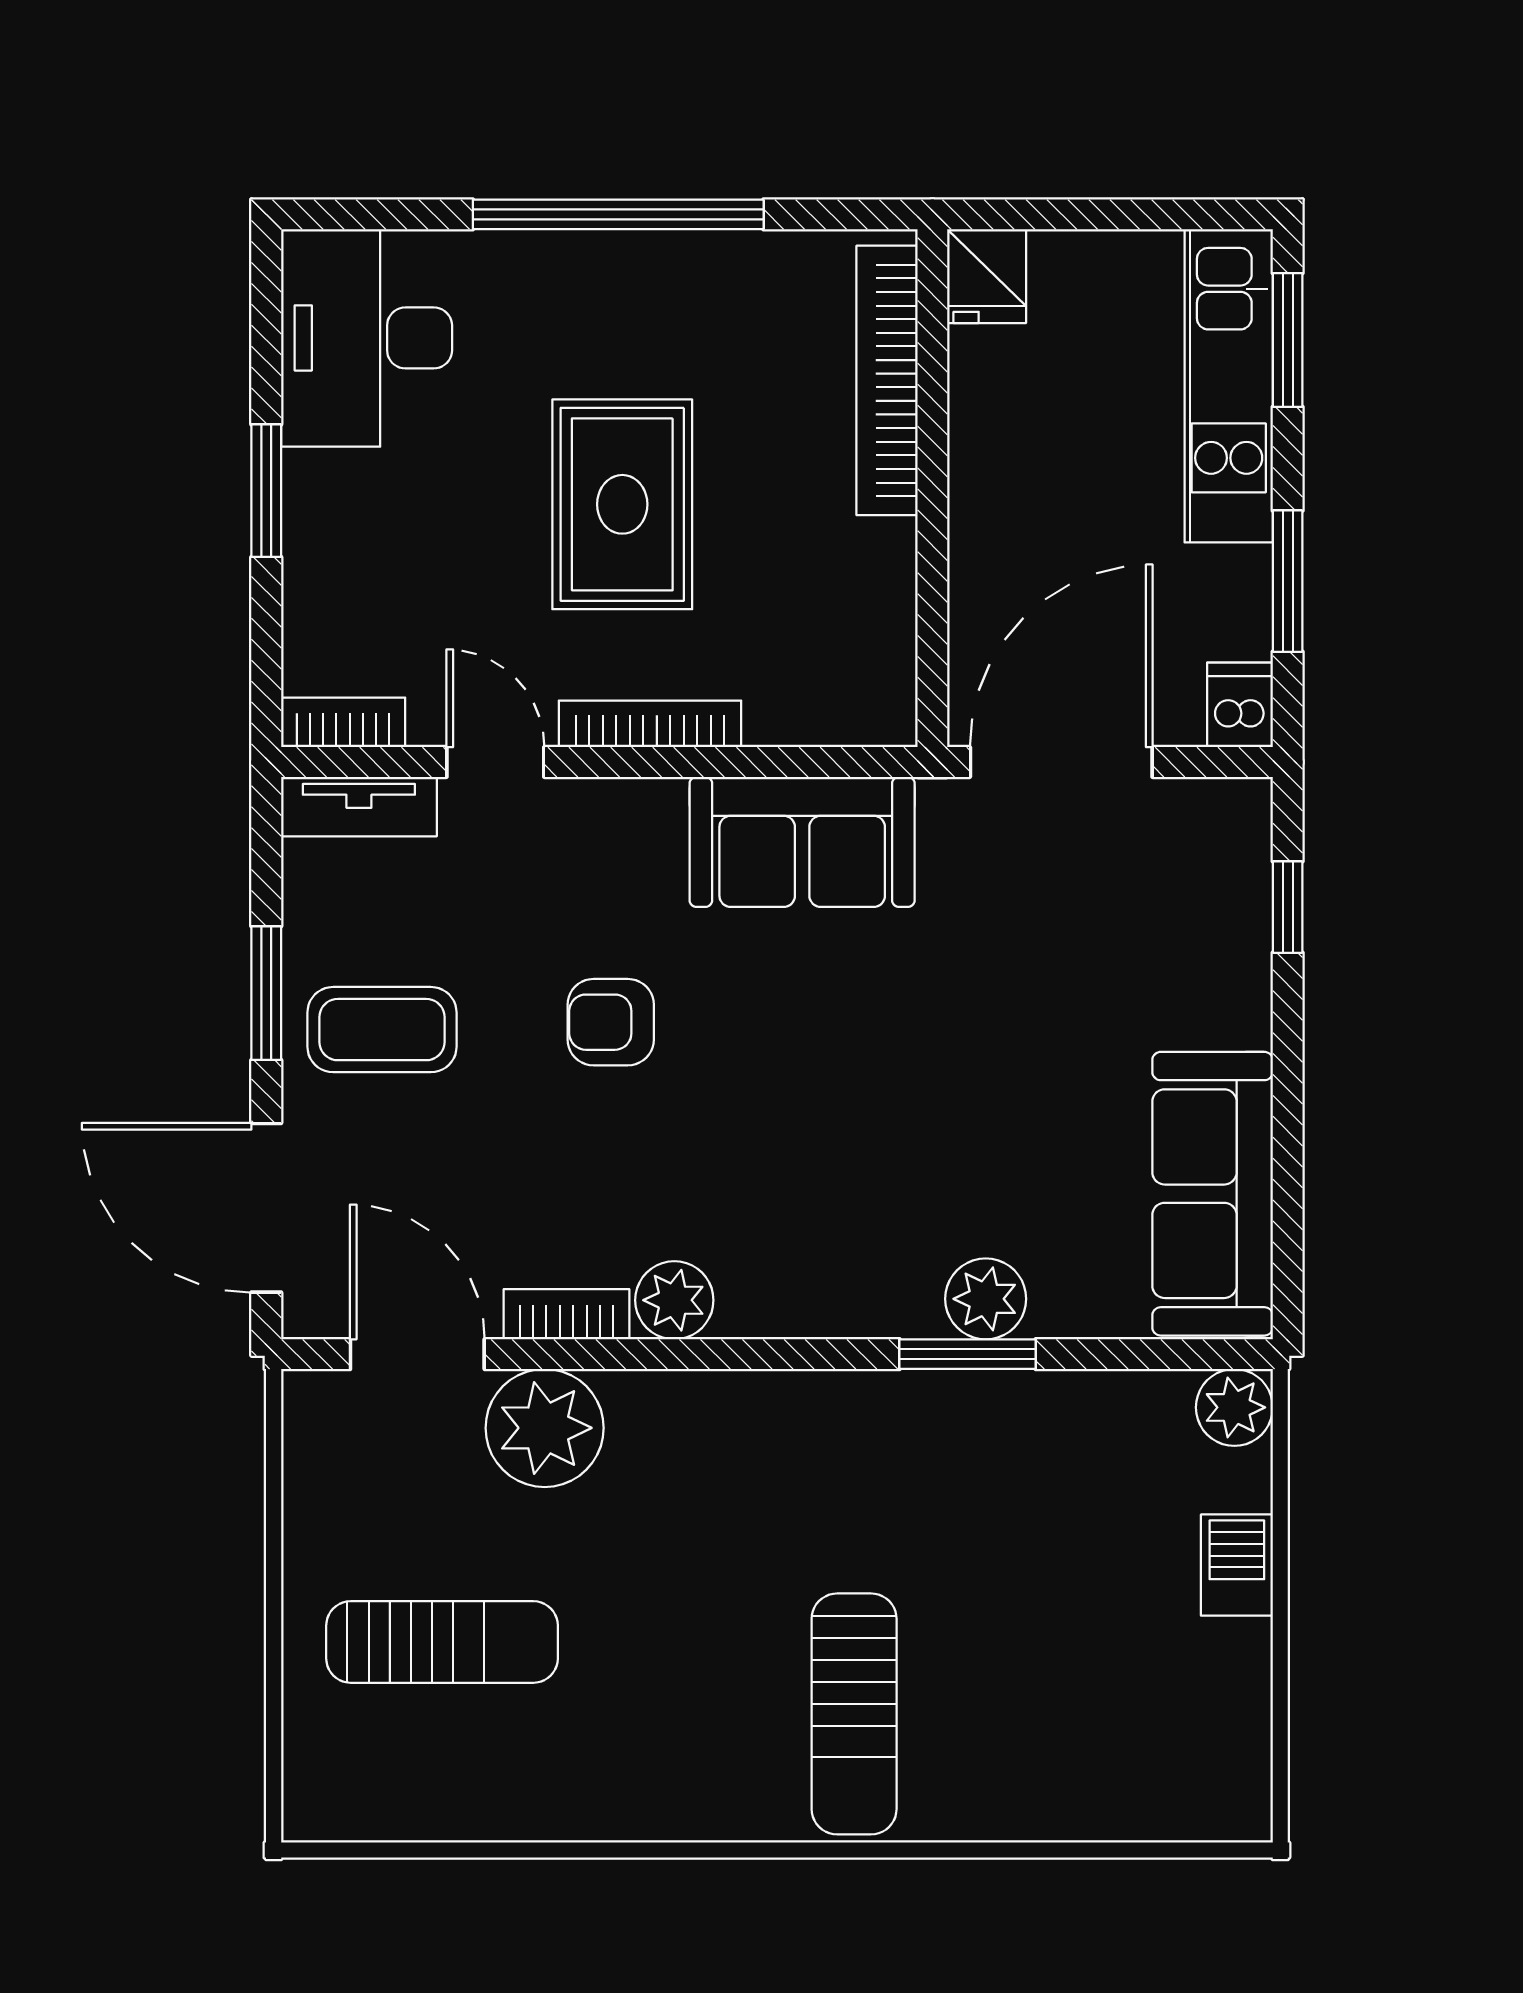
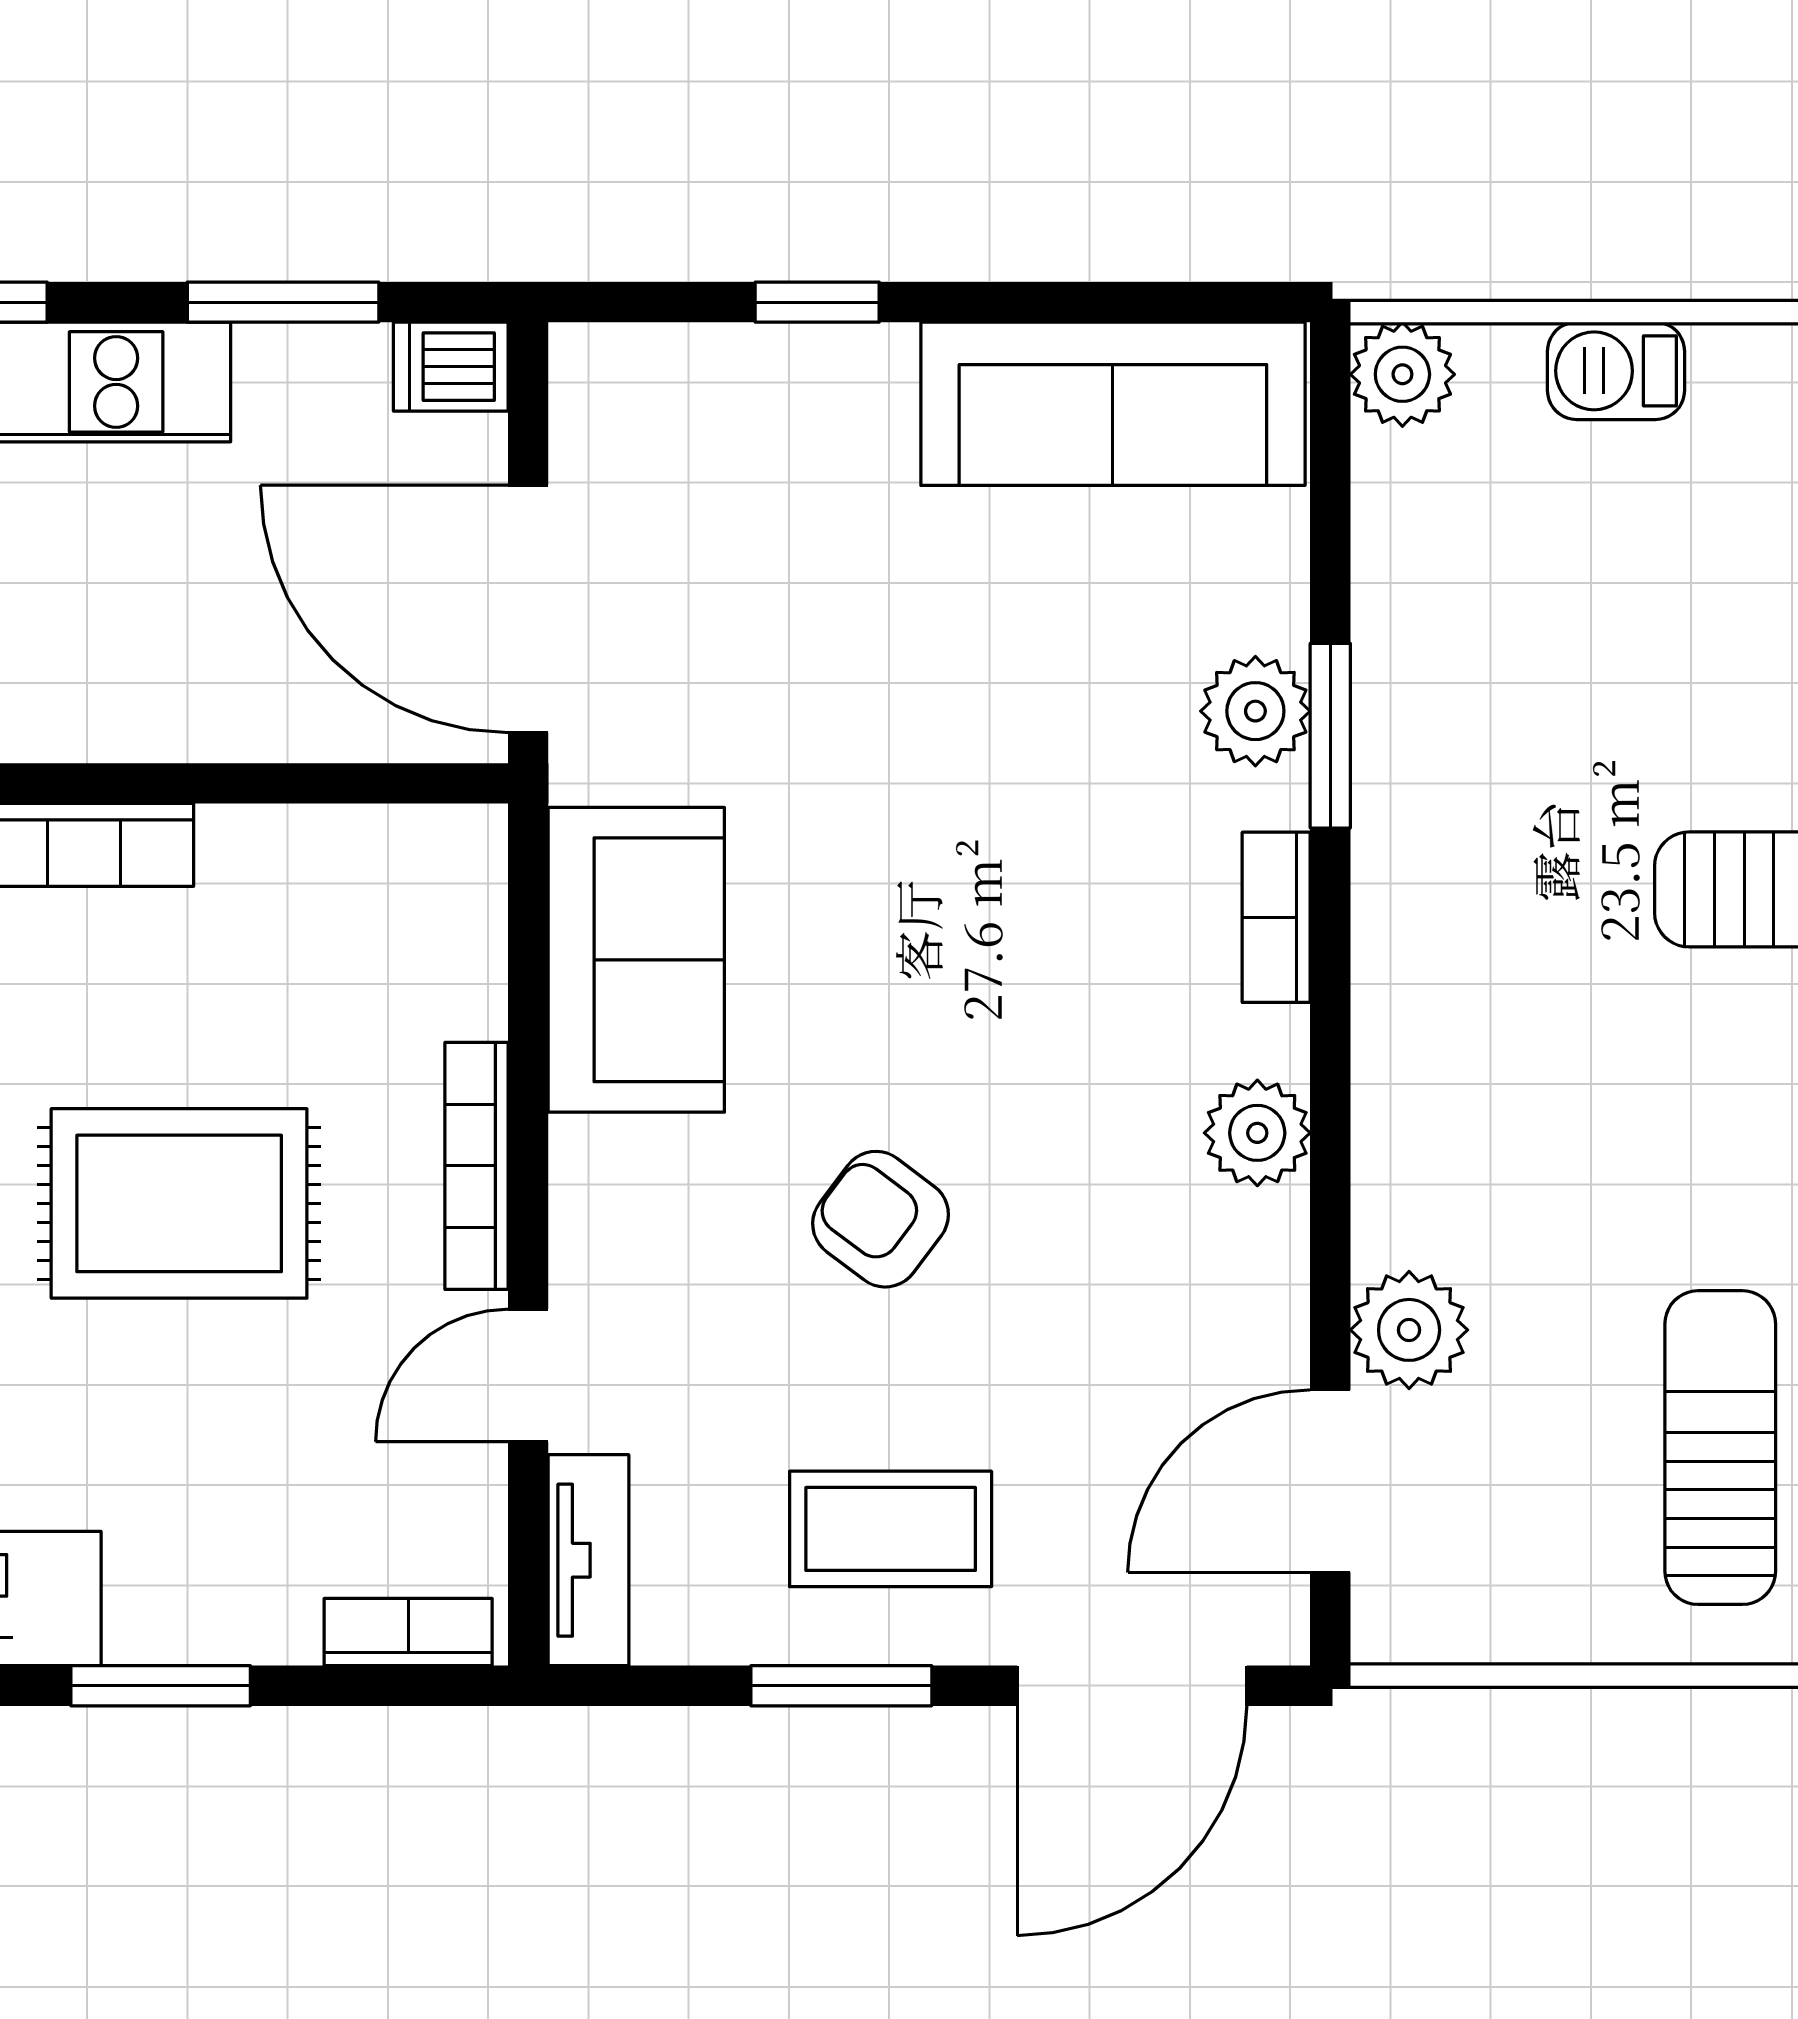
bookcase: (343, 722) -> (408, 1632), moved, turned 90
window: (1288, 907) -> (817, 302), moved
armchair: (611, 1022) -> (881, 1219), turned 127
coffee table: (382, 1030) -> (891, 1529), turned 90
bookcase: (567, 1314) -> (1276, 917), moved
plant: (545, 1428) -> (1409, 1330), width x0.73, depth x0.73

